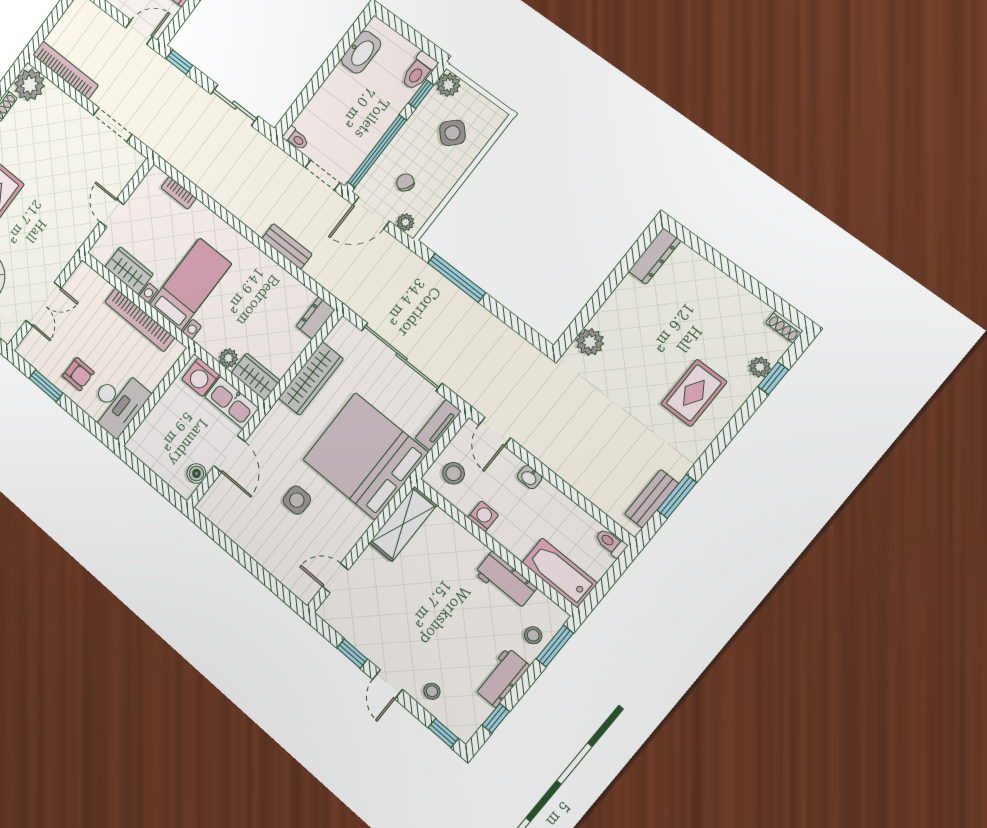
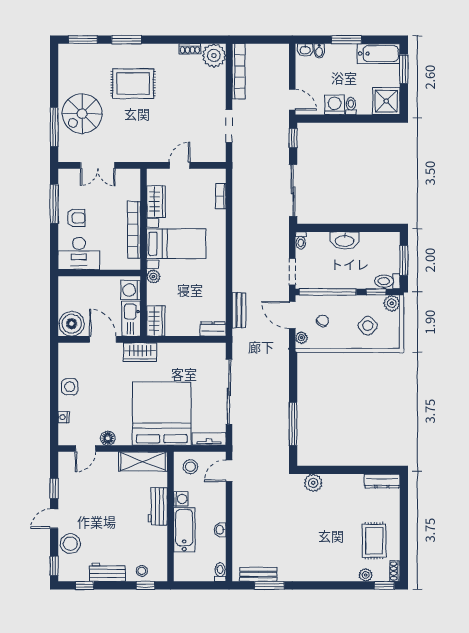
window: (410, 34) -> (404, 260), added
washbasin: (361, 52) -> (345, 240), moved
sliding door: (235, 105) -> (293, 190), width x1.37
bench: (287, 246) -> (239, 310), moved
window: (457, 278) -> (293, 424), moved
plant: (228, 358) -> (153, 277), moved
armchair: (78, 374) -> (76, 218), turned -90
window: (773, 378) -> (384, 585), moved
wardrobe: (311, 379) -> (140, 352), moved, width x0.67
window: (46, 386) -> (54, 204), width x1.44
rug: (694, 393) -> (374, 541), moved, turned 90
door: (229, 454) -> (103, 339), swing flipped
boiler: (196, 473) -> (72, 324), width x1.86, depth x1.86
washbasin: (530, 477) -> (220, 530), moved
side table: (297, 500) -> (70, 387), moved
floor lamp: (344, 542) -> (108, 438), added
nightstand: (280, 573) -> (63, 417), added
bathtub: (560, 573) -> (184, 530), moved
door: (335, 578) -> (85, 449), swing flipped
workbench: (505, 581) -> (158, 506), moved
window: (555, 646) -> (146, 585), width x0.67
stool: (432, 691) -> (70, 544), width x1.89, depth x1.89

